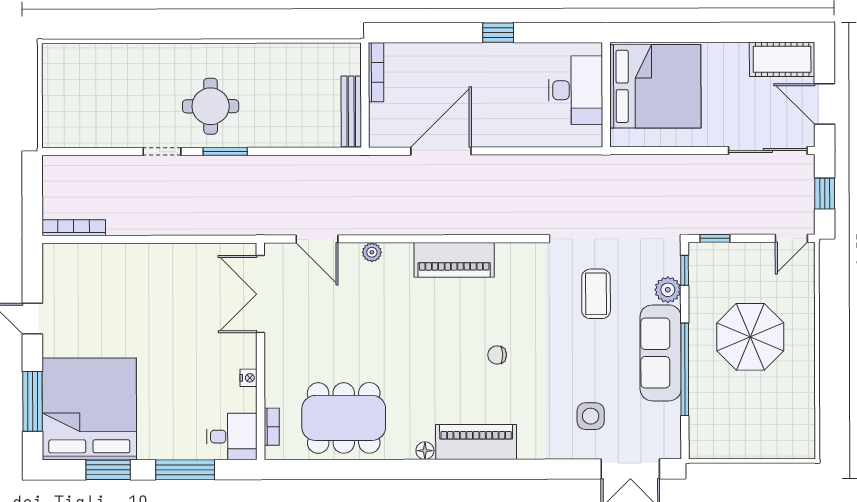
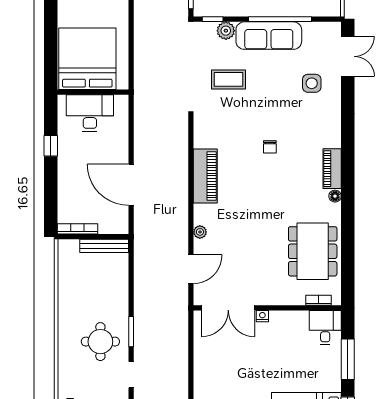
bed: (655, 86) -> (87, 59), moved
desk: (576, 90) -> (90, 113), moved
wall: (606, 95) -> (93, 92), moved
nightstand: (248, 378) -> (262, 316), moved
piano: (476, 442) -> (332, 169), width x0.73, depth x0.75

